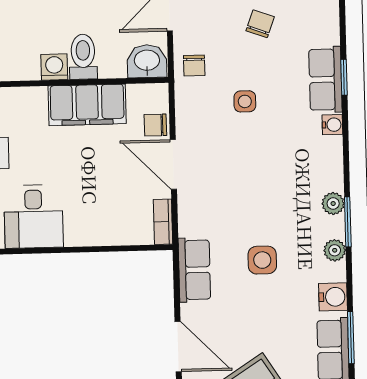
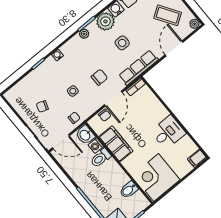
washing machine: (54, 67) -> (96, 146), moved
row of seats: (325, 79) -> (44, 69), removed
chair: (232, 169) -> (99, 77), added
plant: (335, 250) -> (105, 21), width x1.88, depth x1.88
row of seats: (194, 270) -> (138, 68), width x1.48

